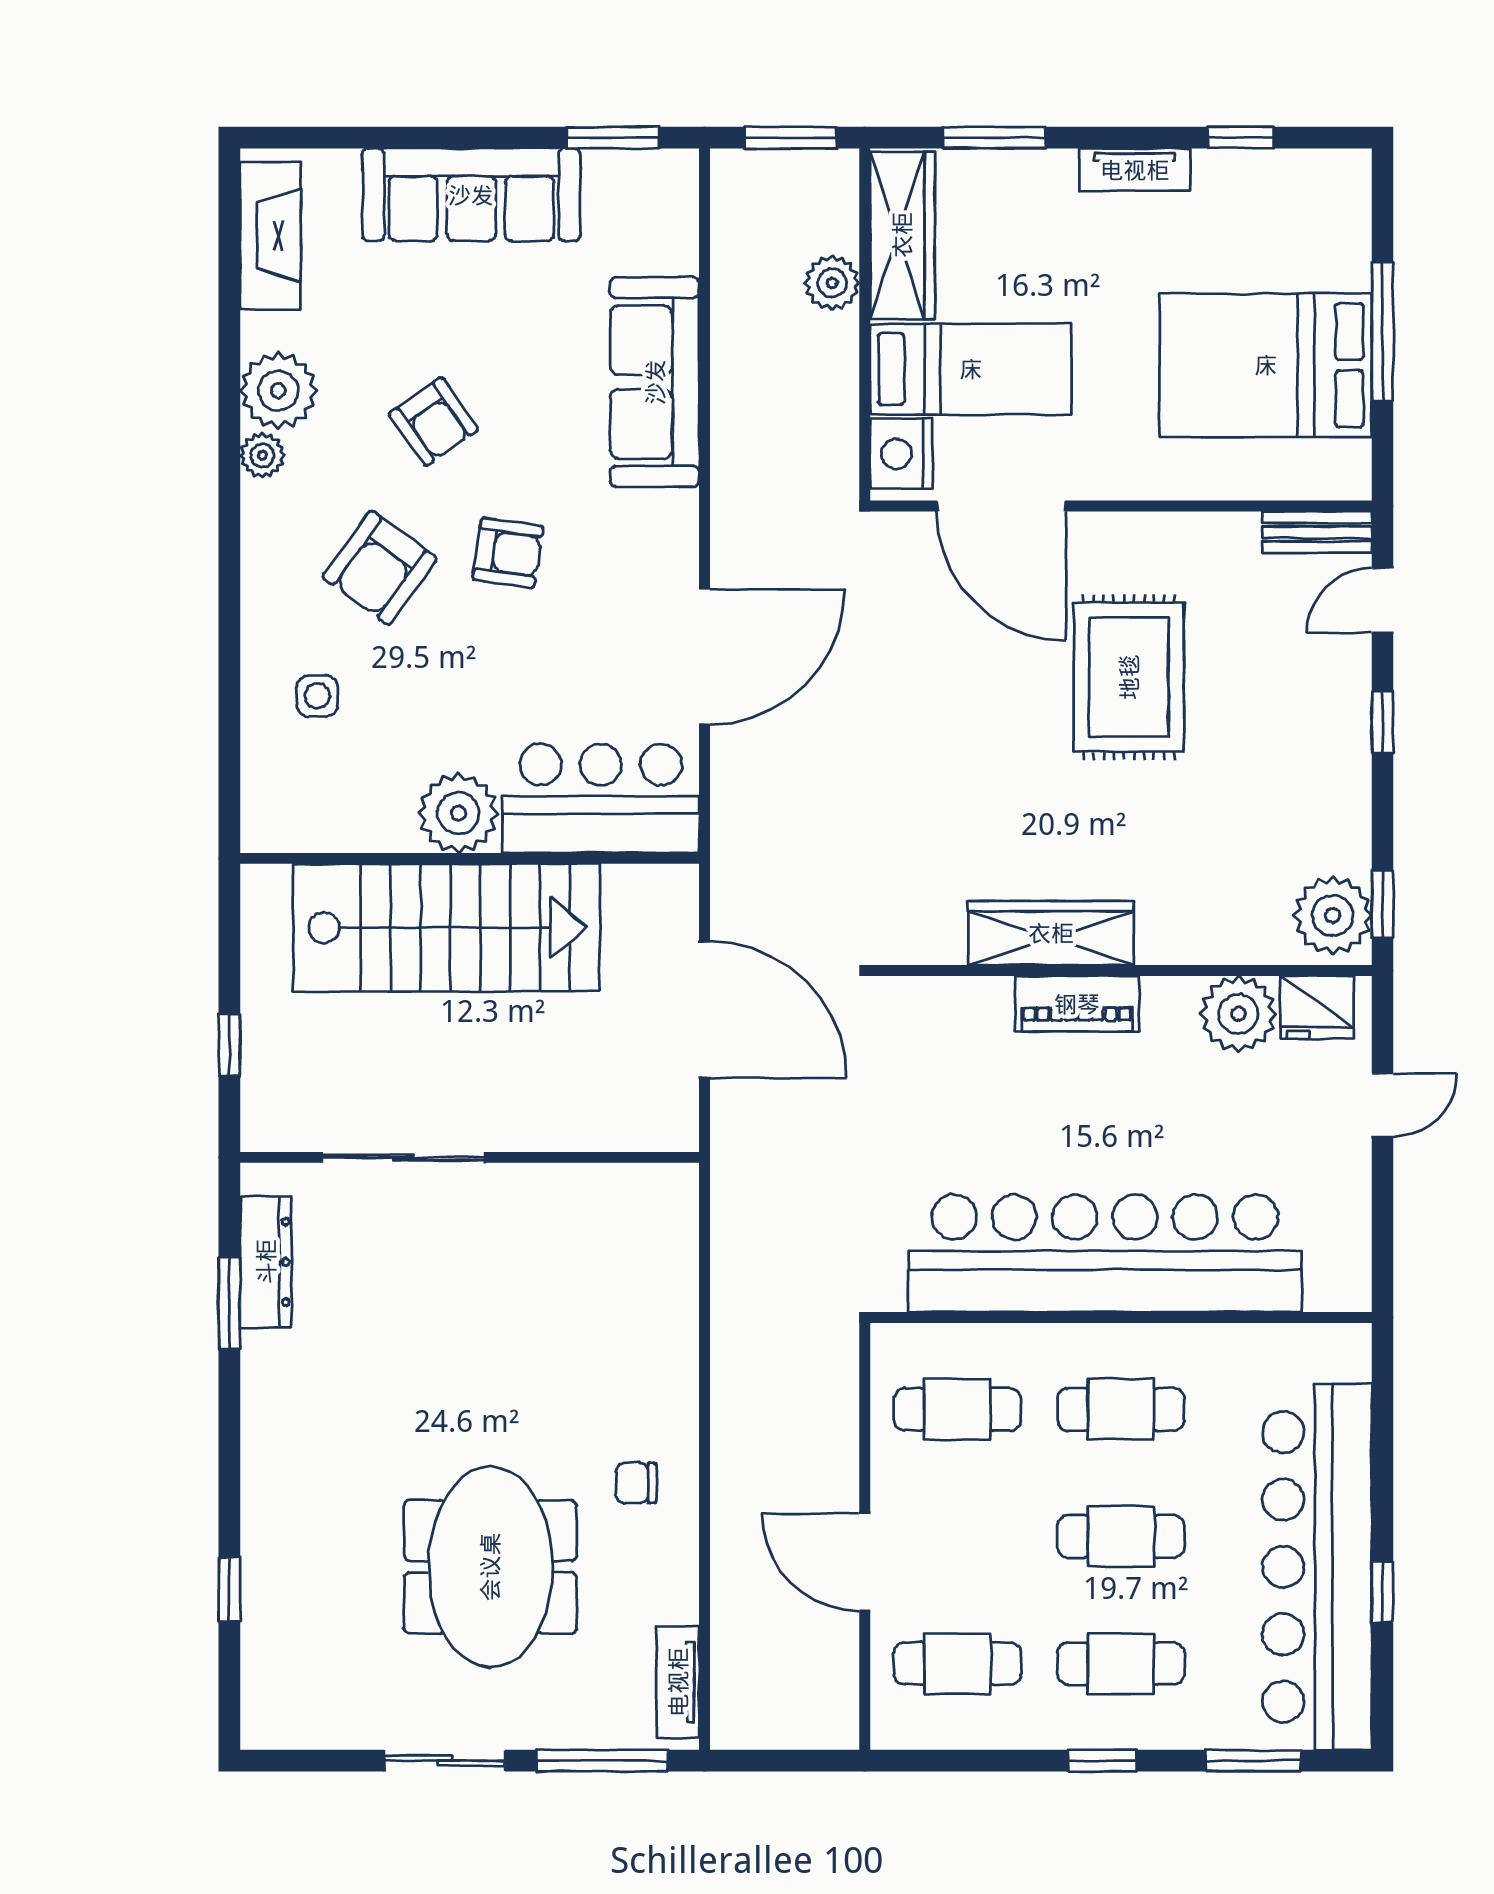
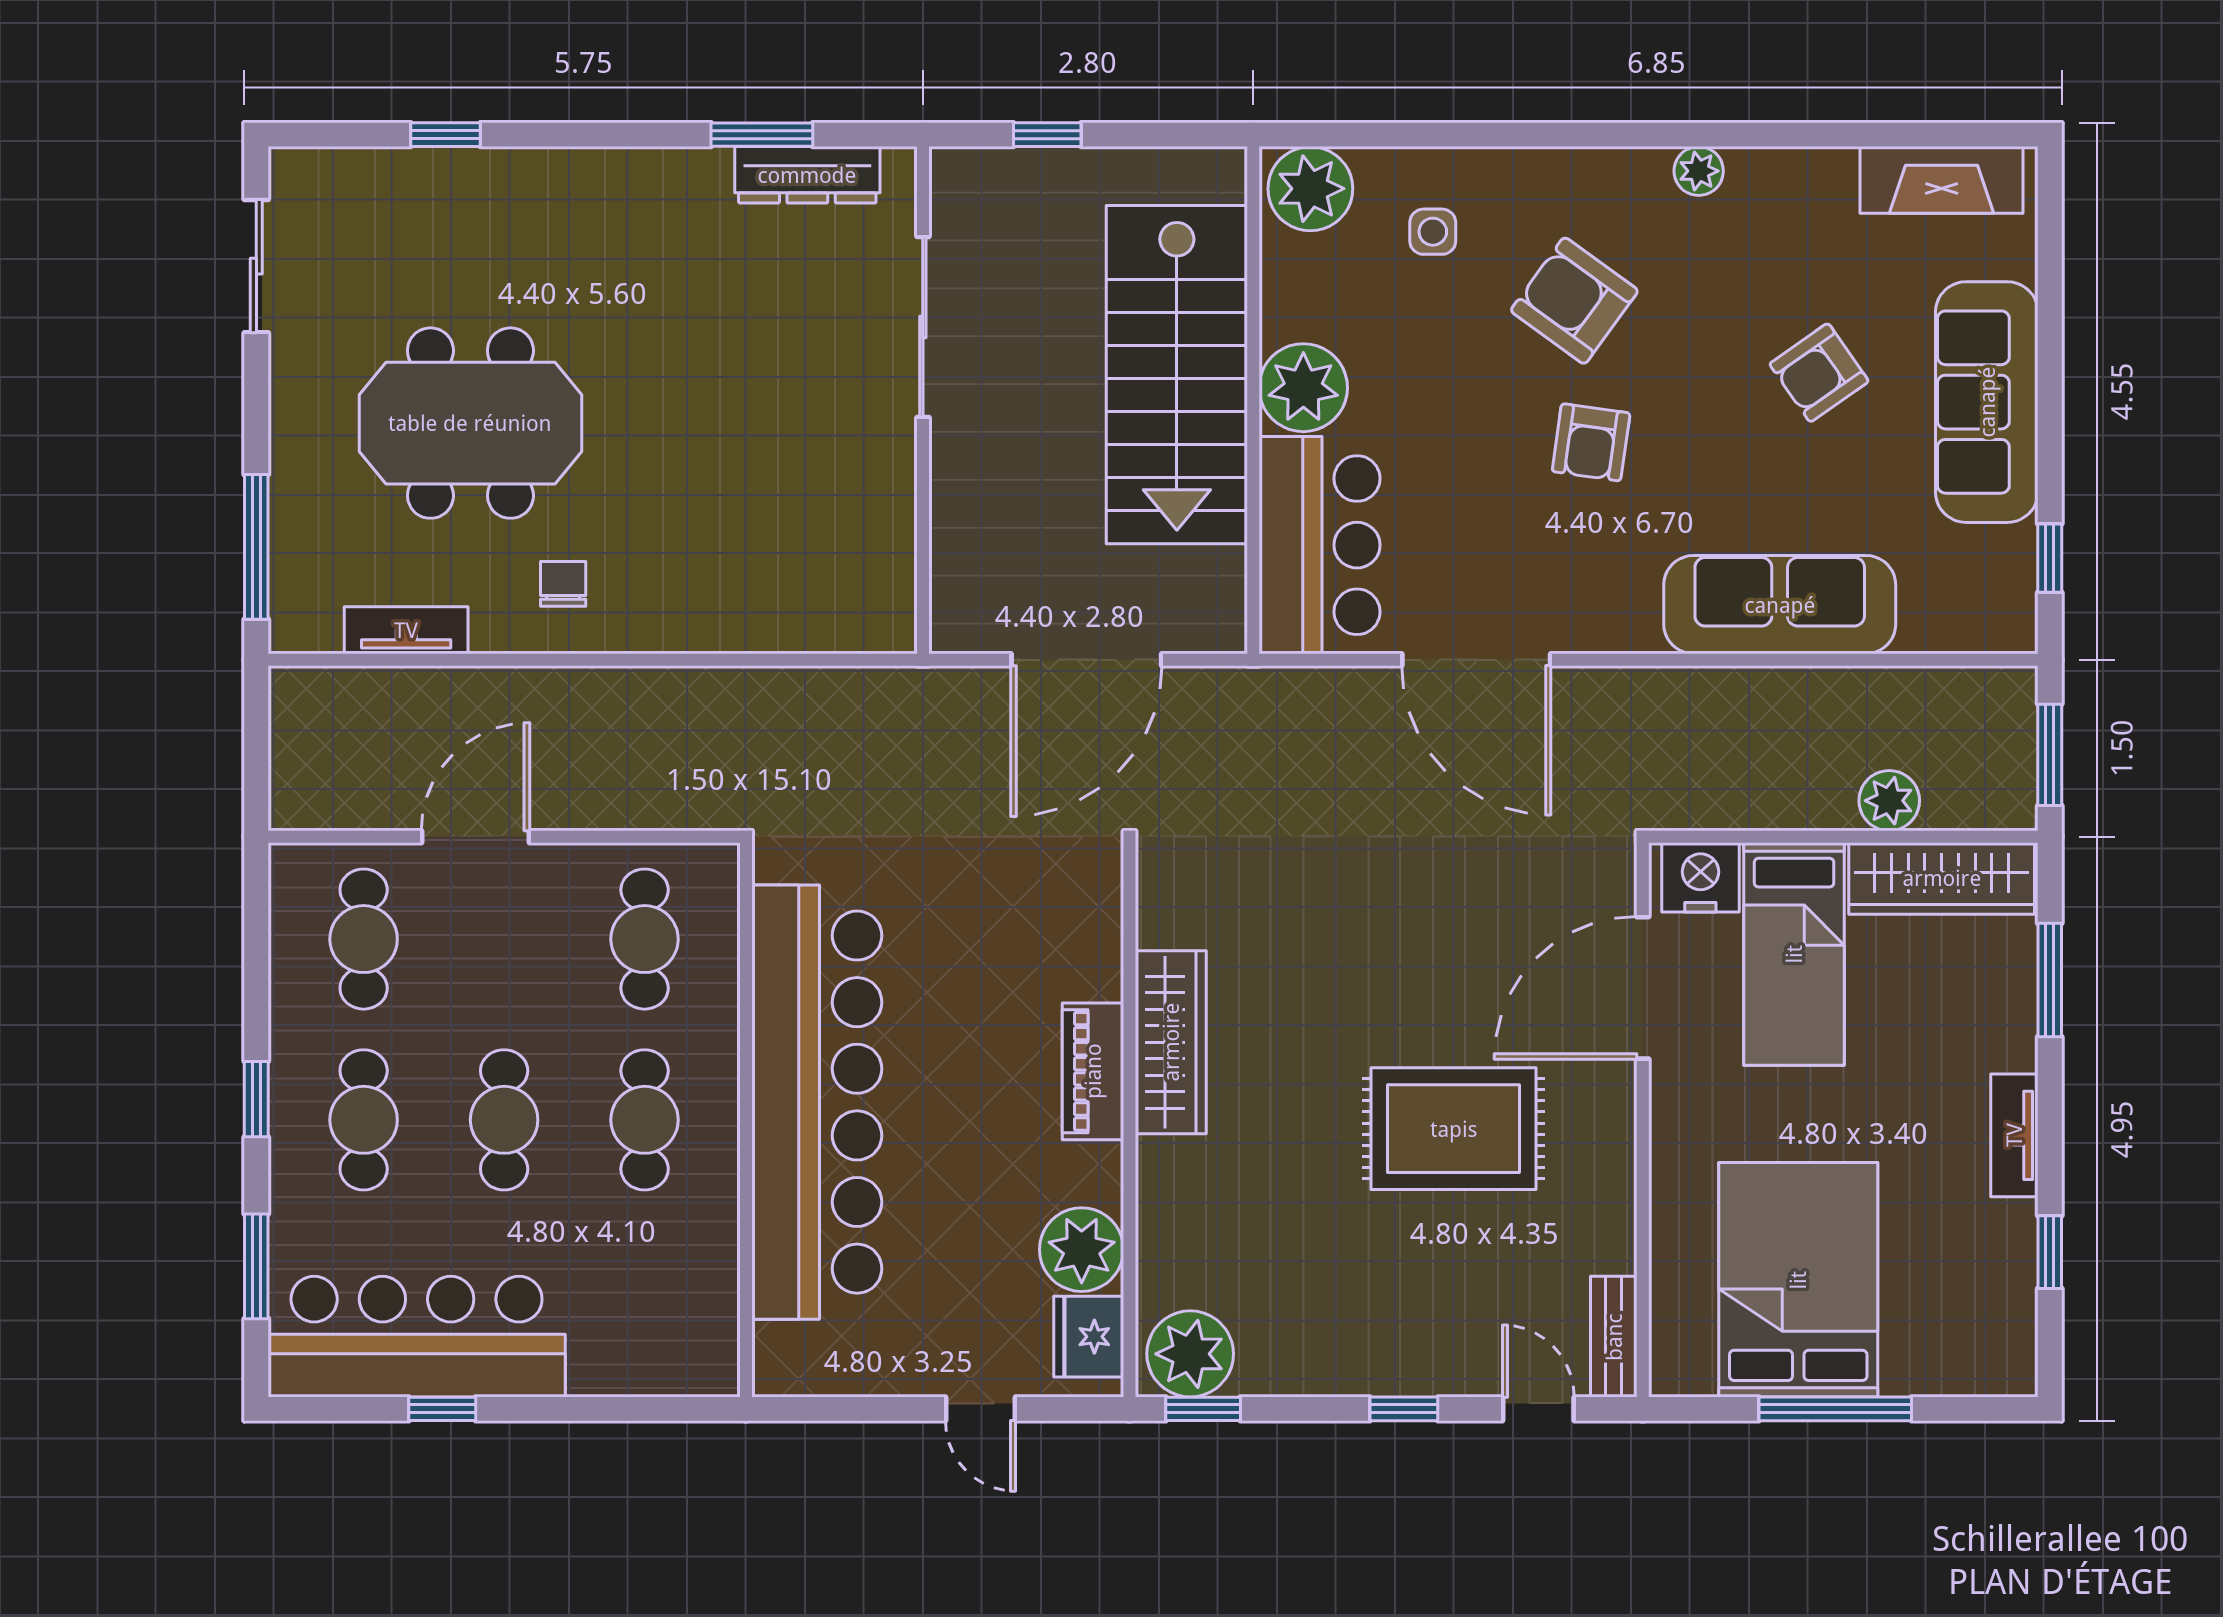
window: (613, 138) -> (2050, 558), width x0.67
plant: (278, 391) -> (1310, 189), moved
armchair: (434, 422) -> (1819, 373), moved
bar counter: (1317, 1567) -> (417, 1337), width x0.73
tv unit: (678, 1682) -> (406, 630), moved
sliding door: (445, 1761) -> (256, 266), moved

